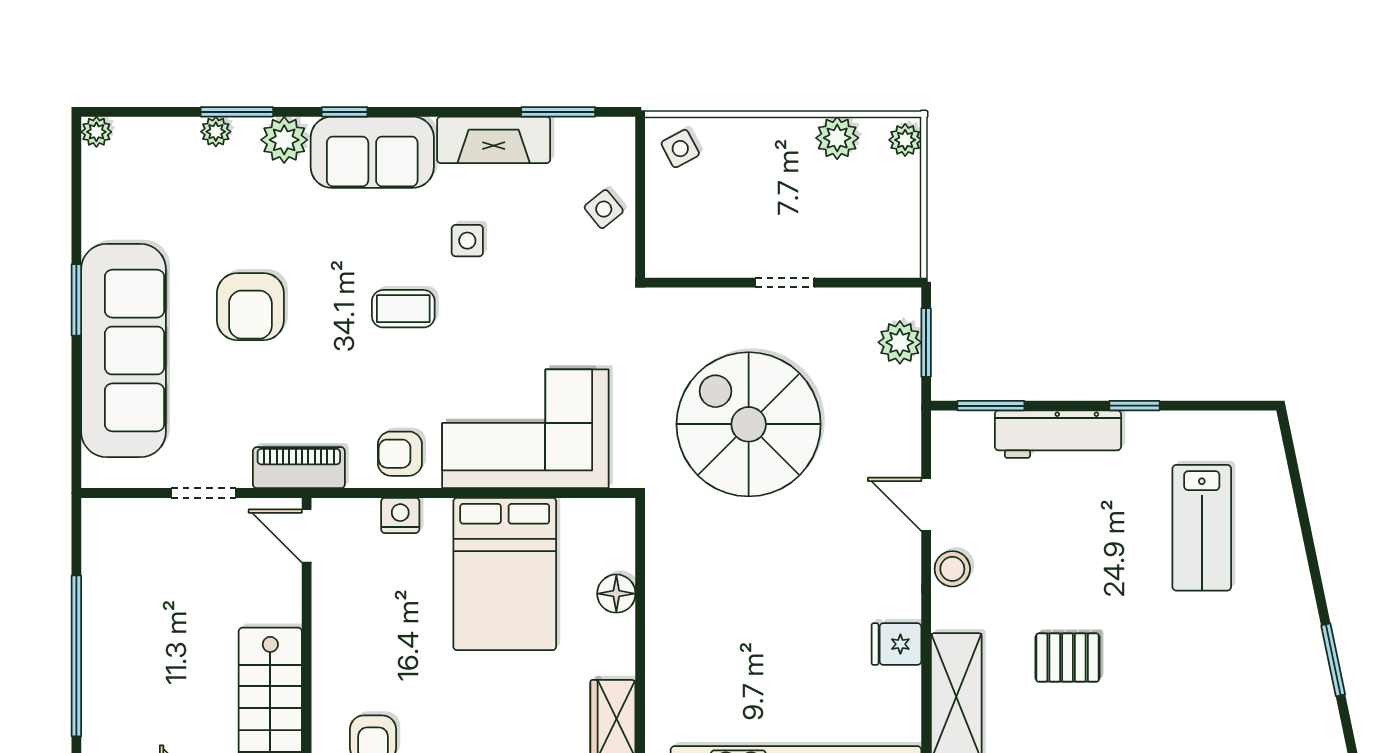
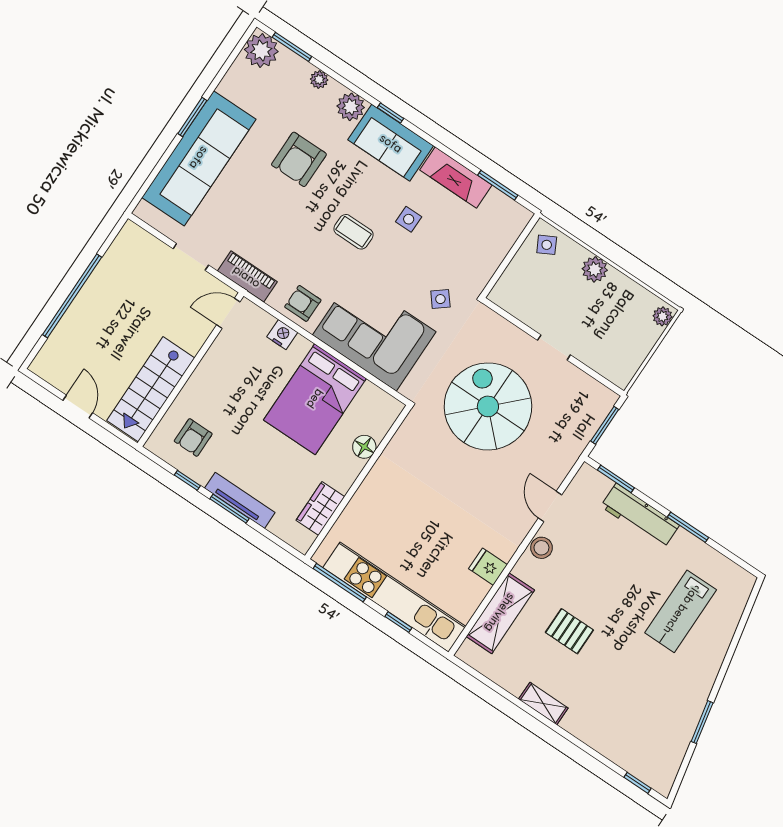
window: (237, 112) -> (292, 47), moved
plant: (96, 132) -> (261, 51), width x1.87, depth x1.87
plant: (837, 138) -> (595, 269), moved
side table: (604, 209) -> (440, 299), moved
armchair: (250, 307) -> (299, 159), moved
plant: (900, 342) -> (592, 416), removed
window: (1134, 406) -> (688, 527), width x1.50
door: (307, 536) -> (228, 313), hinge flipped

